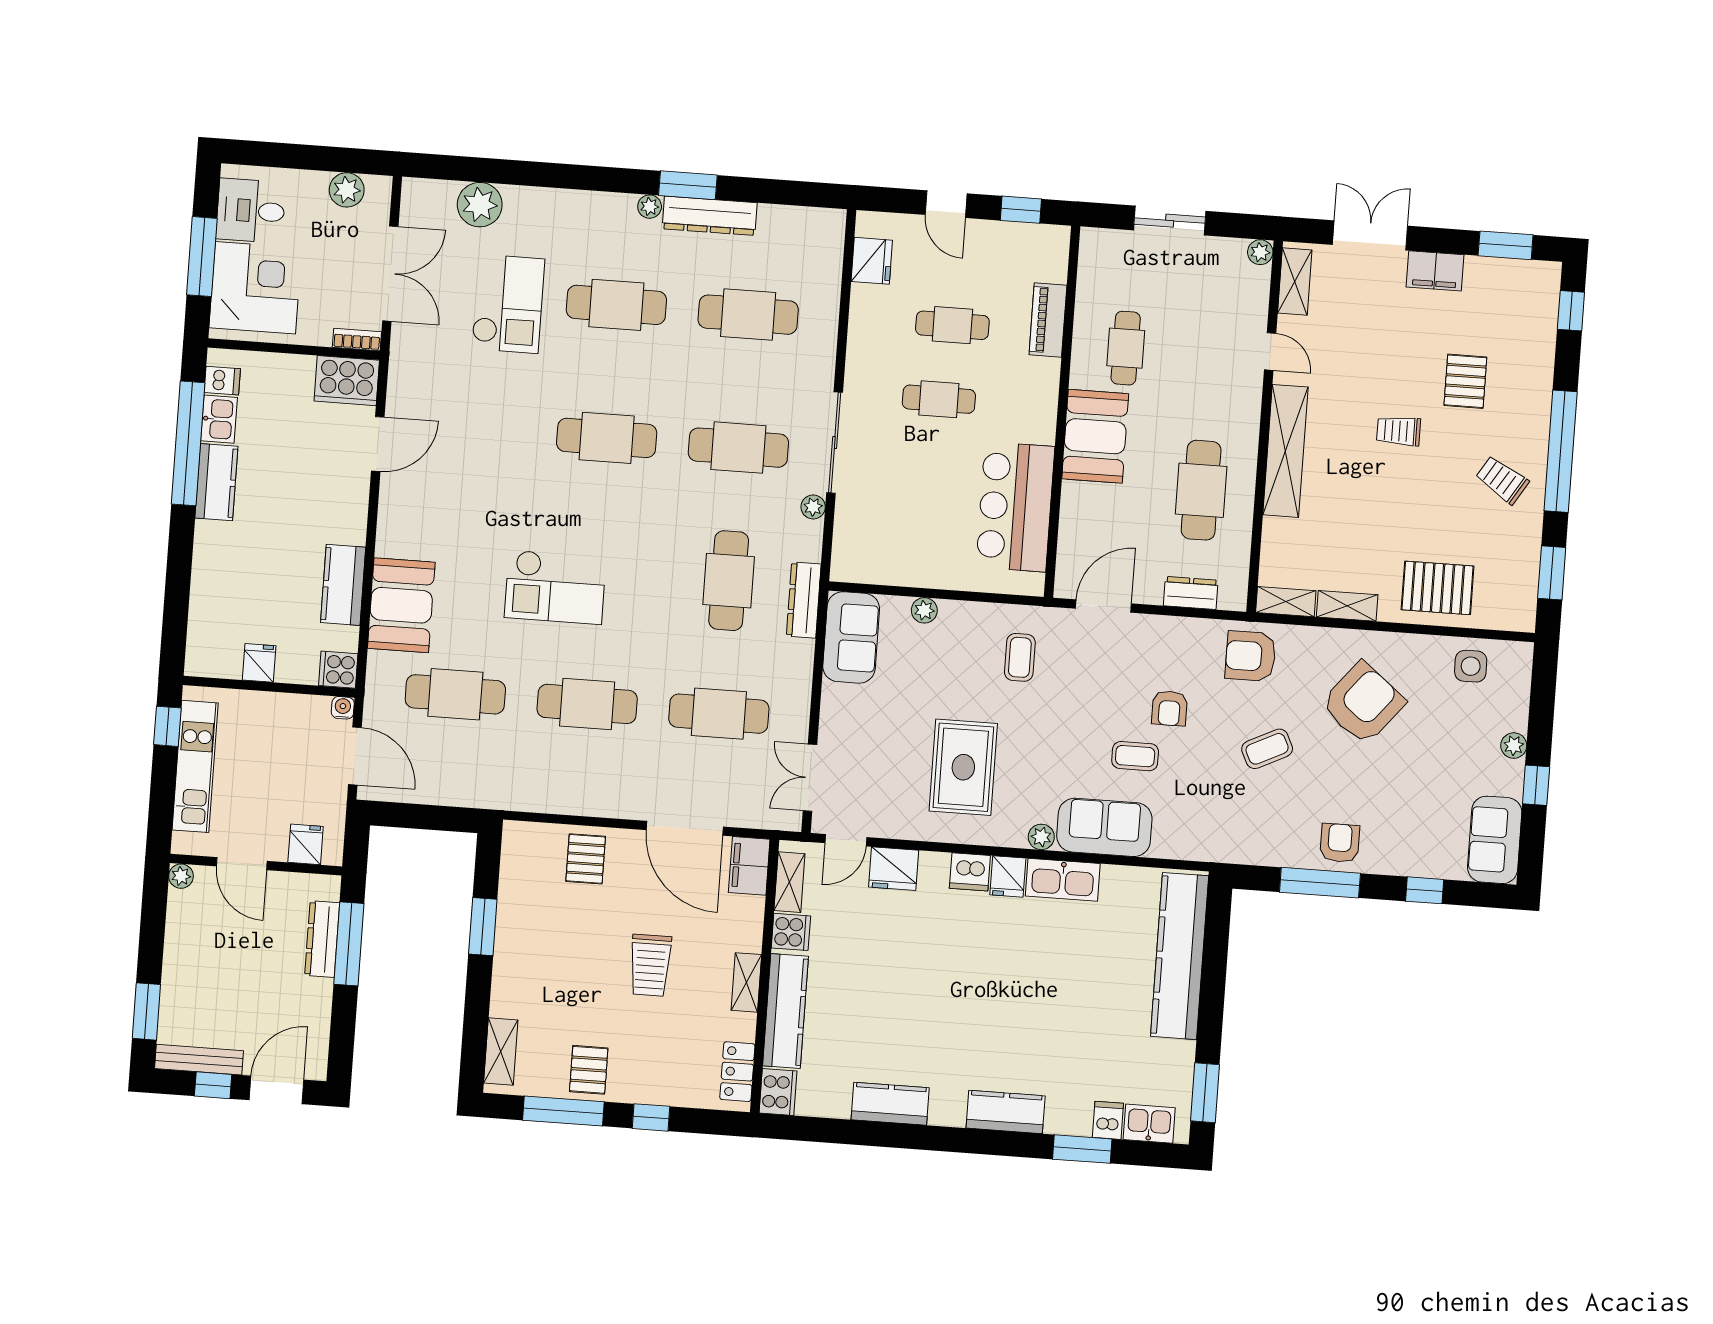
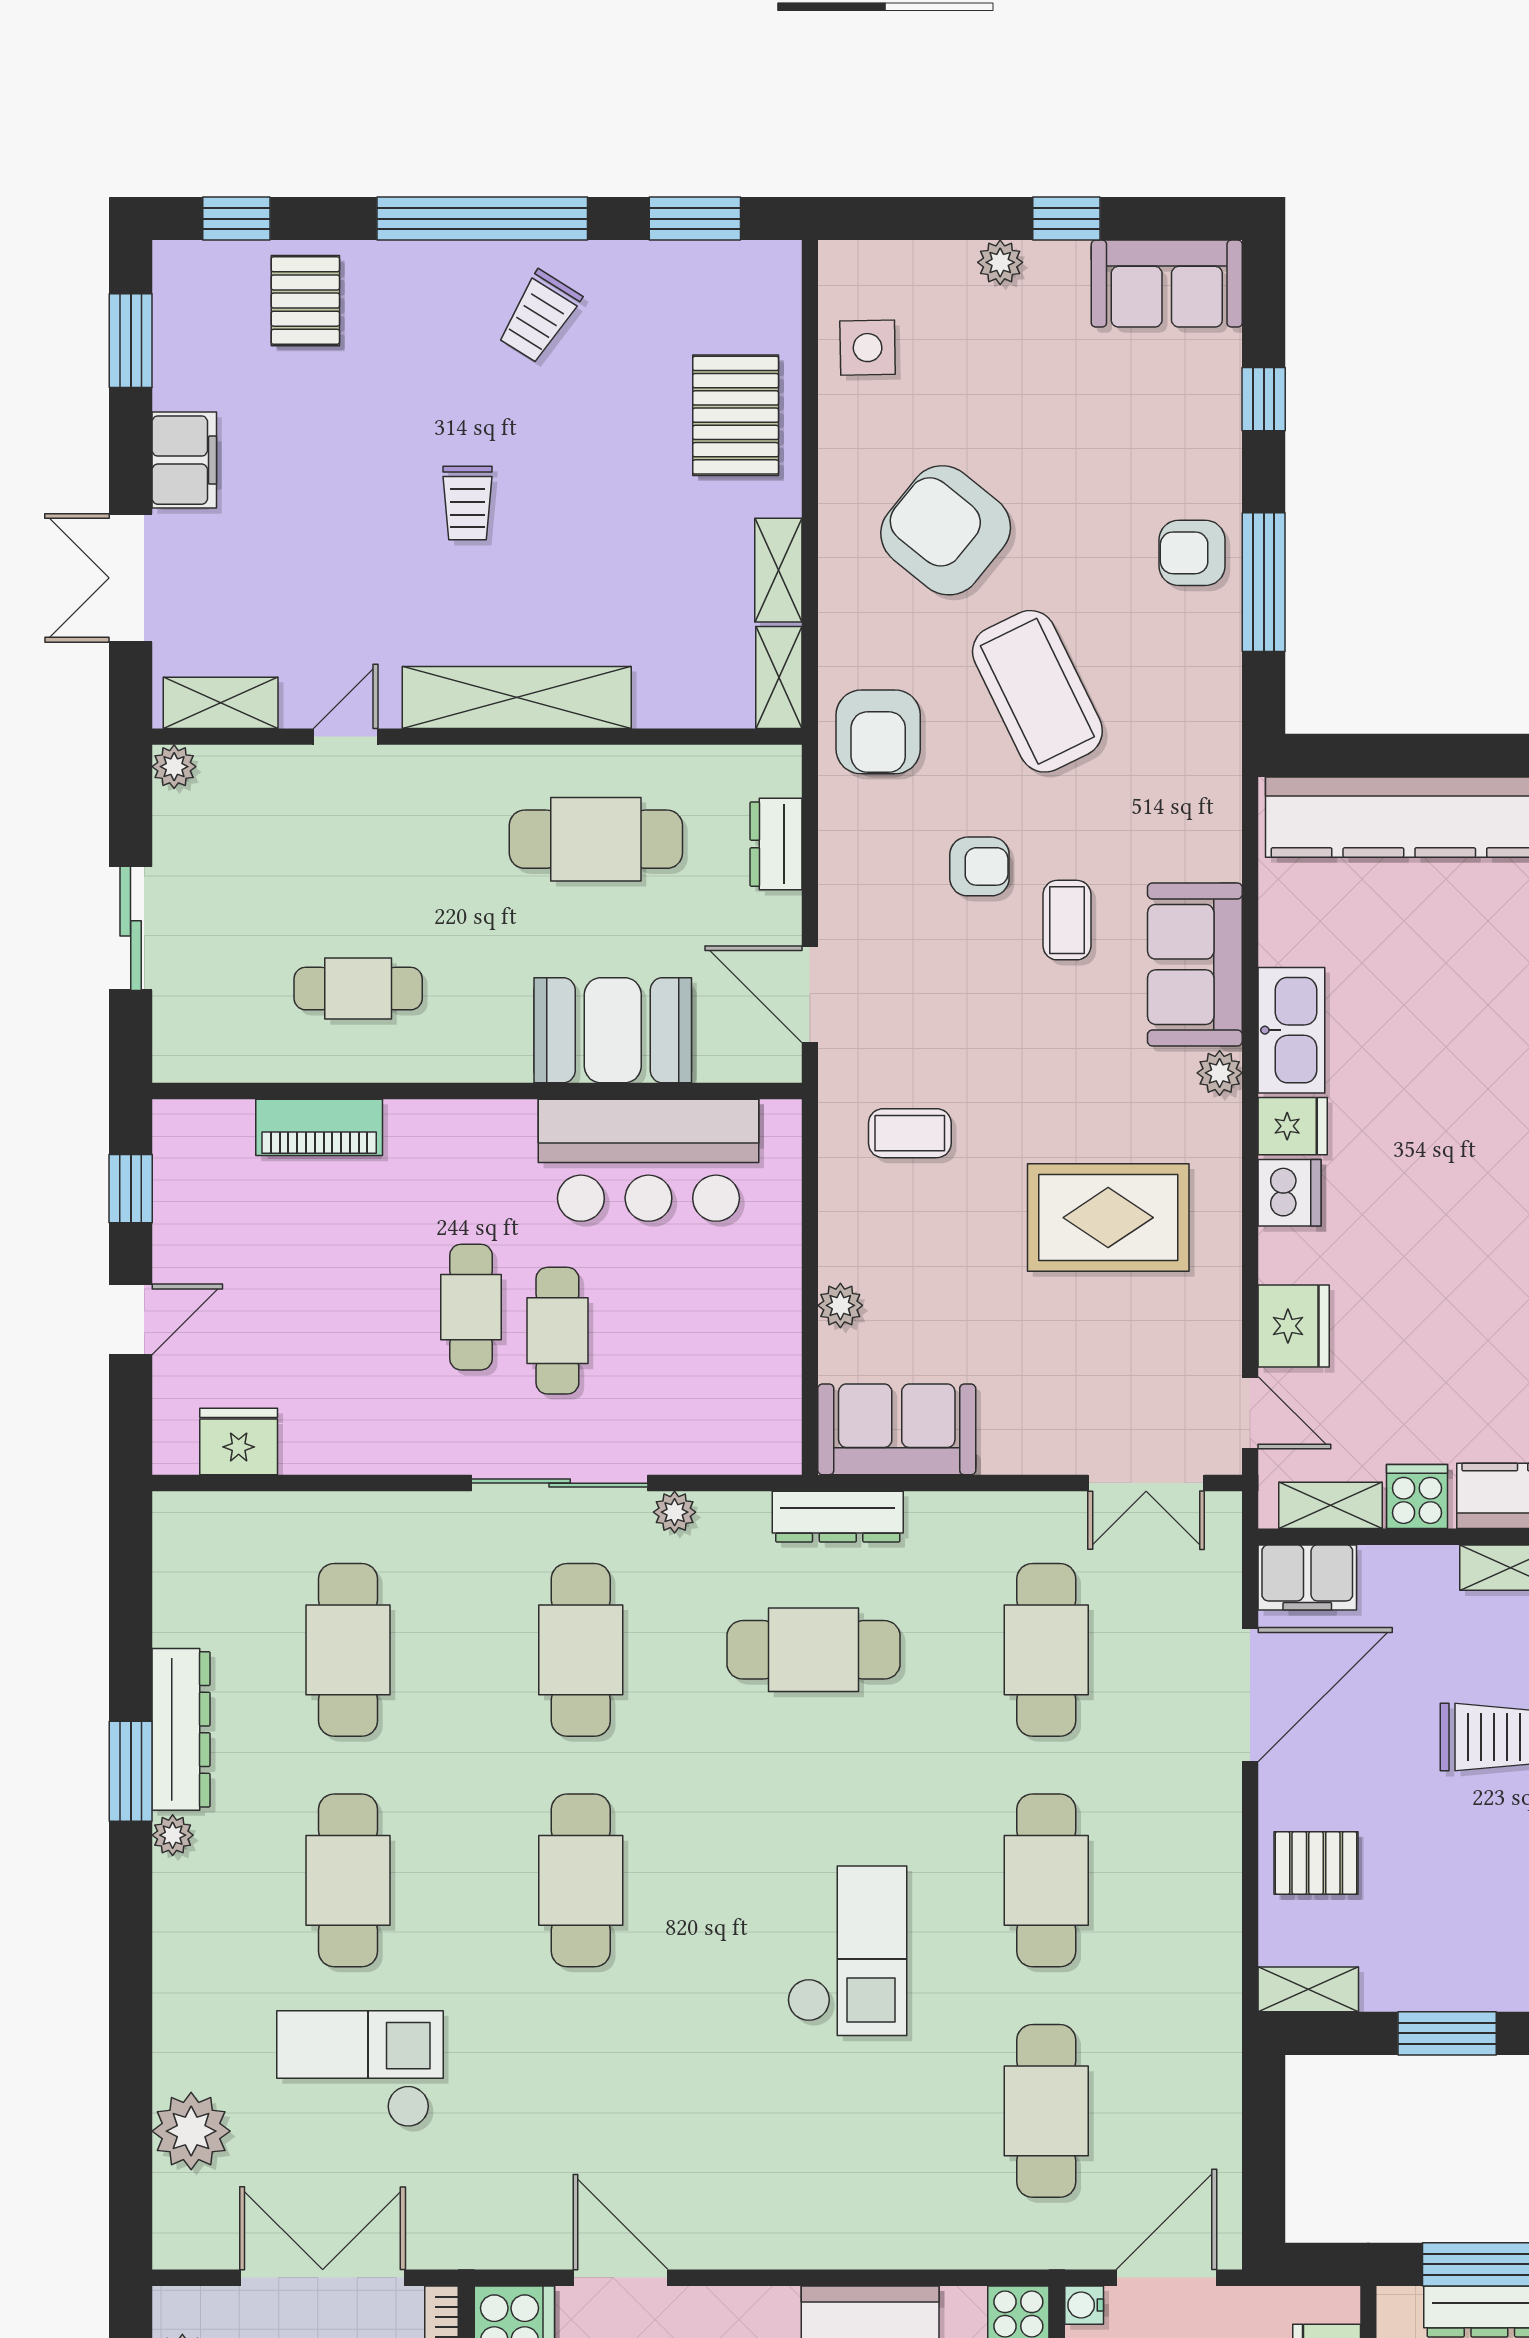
cafe table: (952, 325) -> (557, 1331), moved
pallet: (1465, 381) -> (305, 301), moved, turned 90
booth: (1095, 436) -> (613, 1030), moved
booth: (401, 605) -> (898, 2216), removed
coffee table: (1267, 749) -> (1037, 691), width x1.86, depth x1.72
shelving: (514, 849) -> (1308, 1989), added

